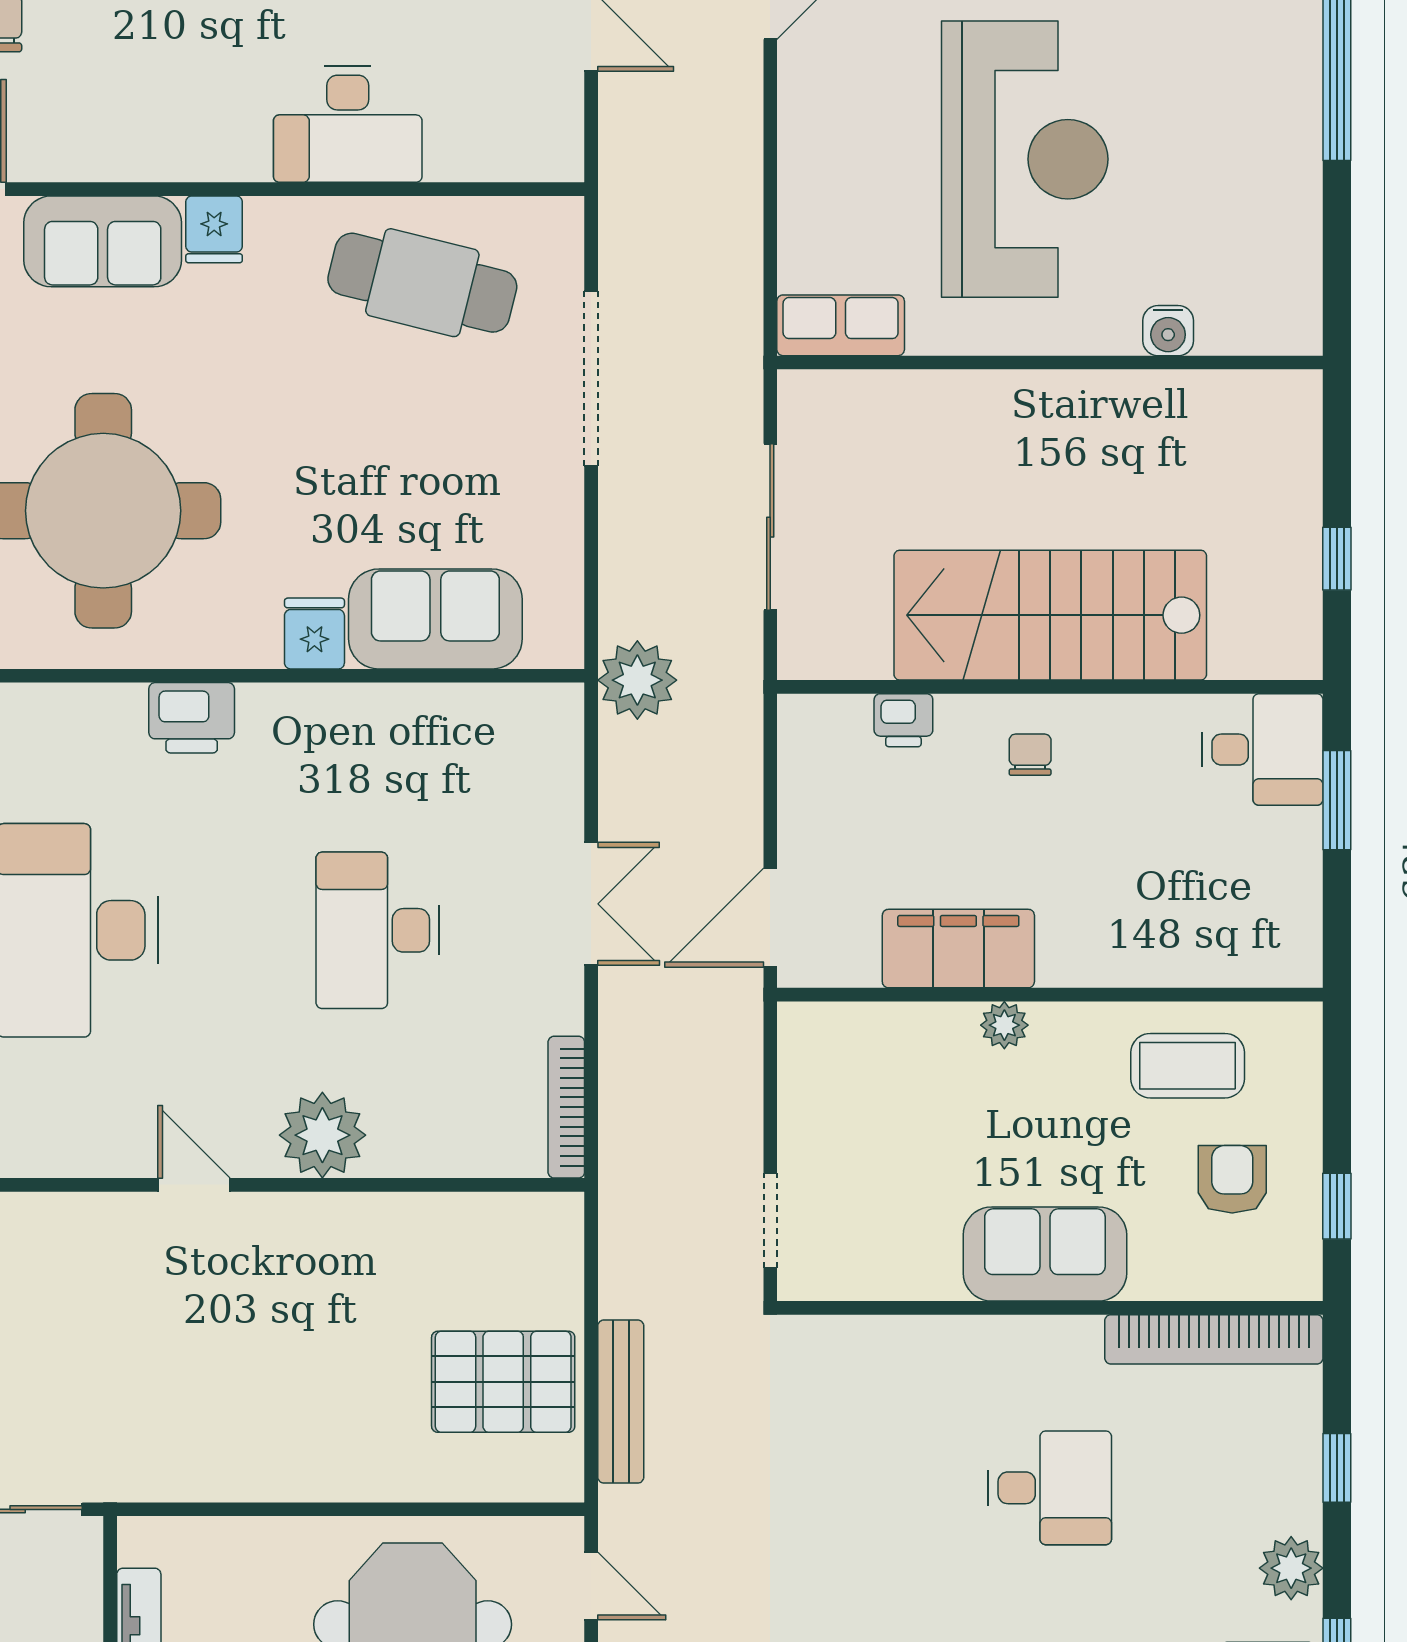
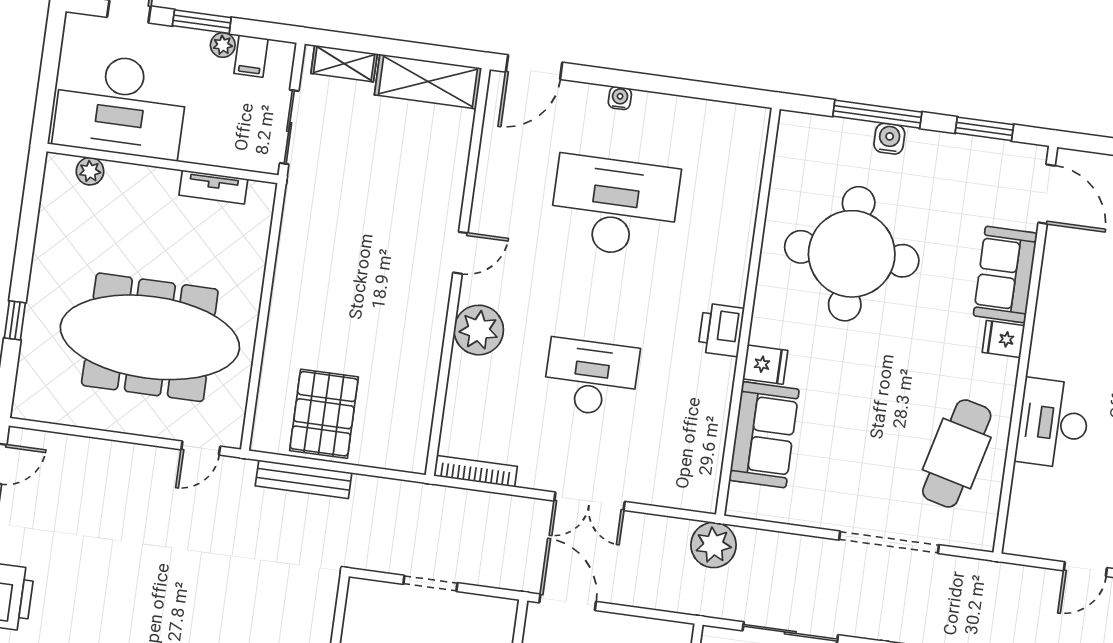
printer: (192, 718) -> (721, 330), moved
doorway: (770, 1221) -> (430, 583), moved

